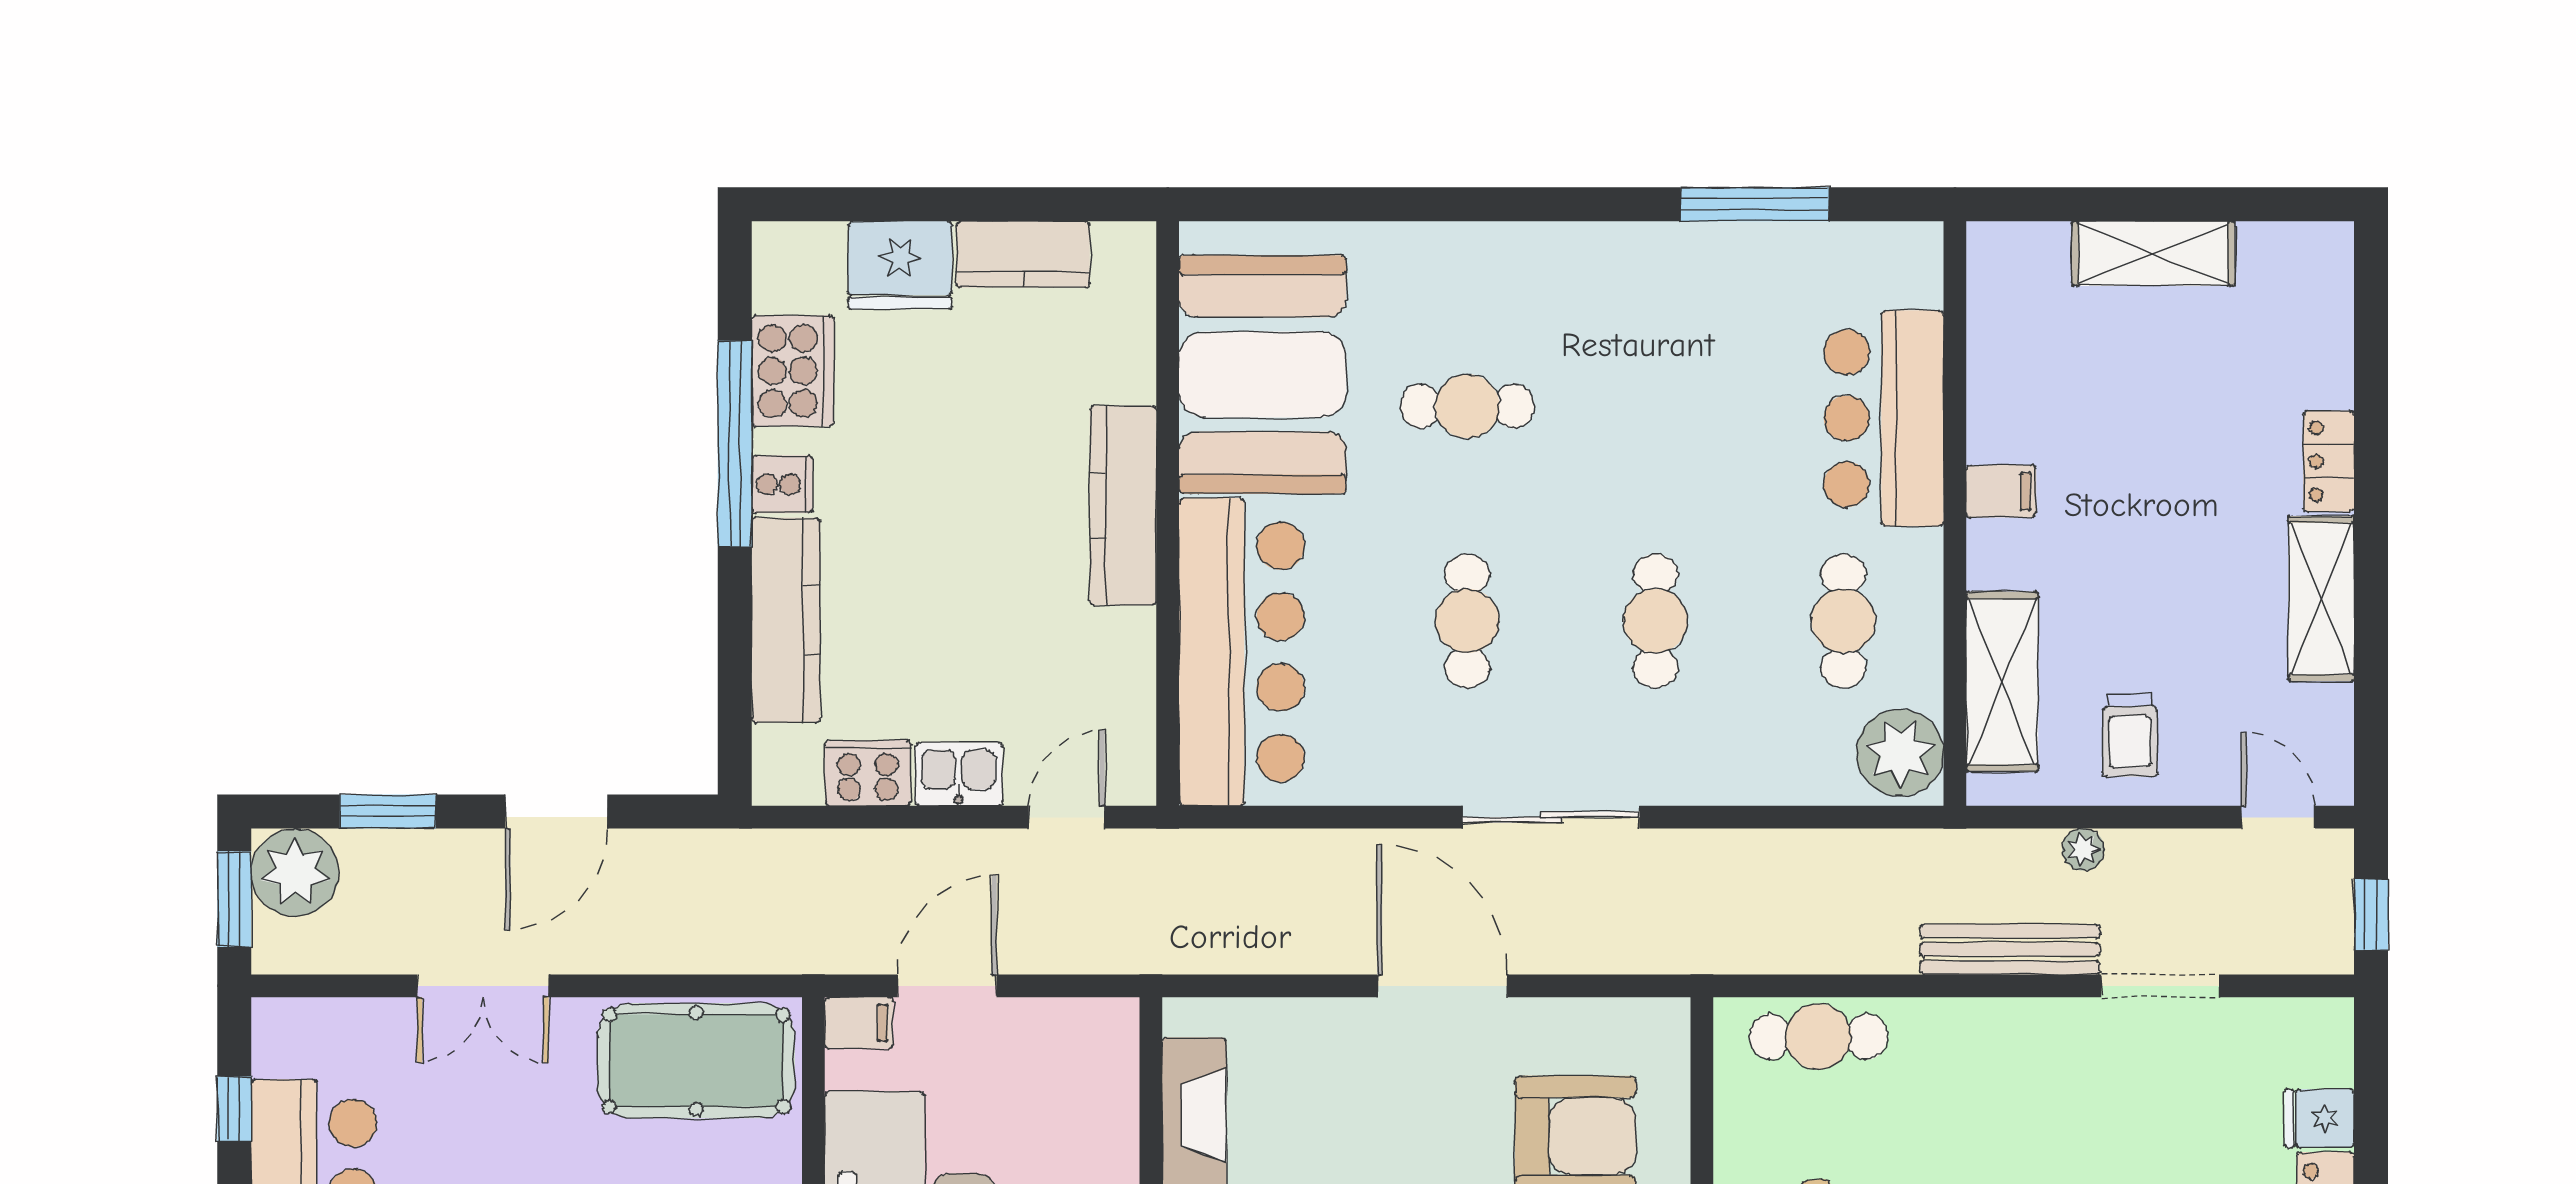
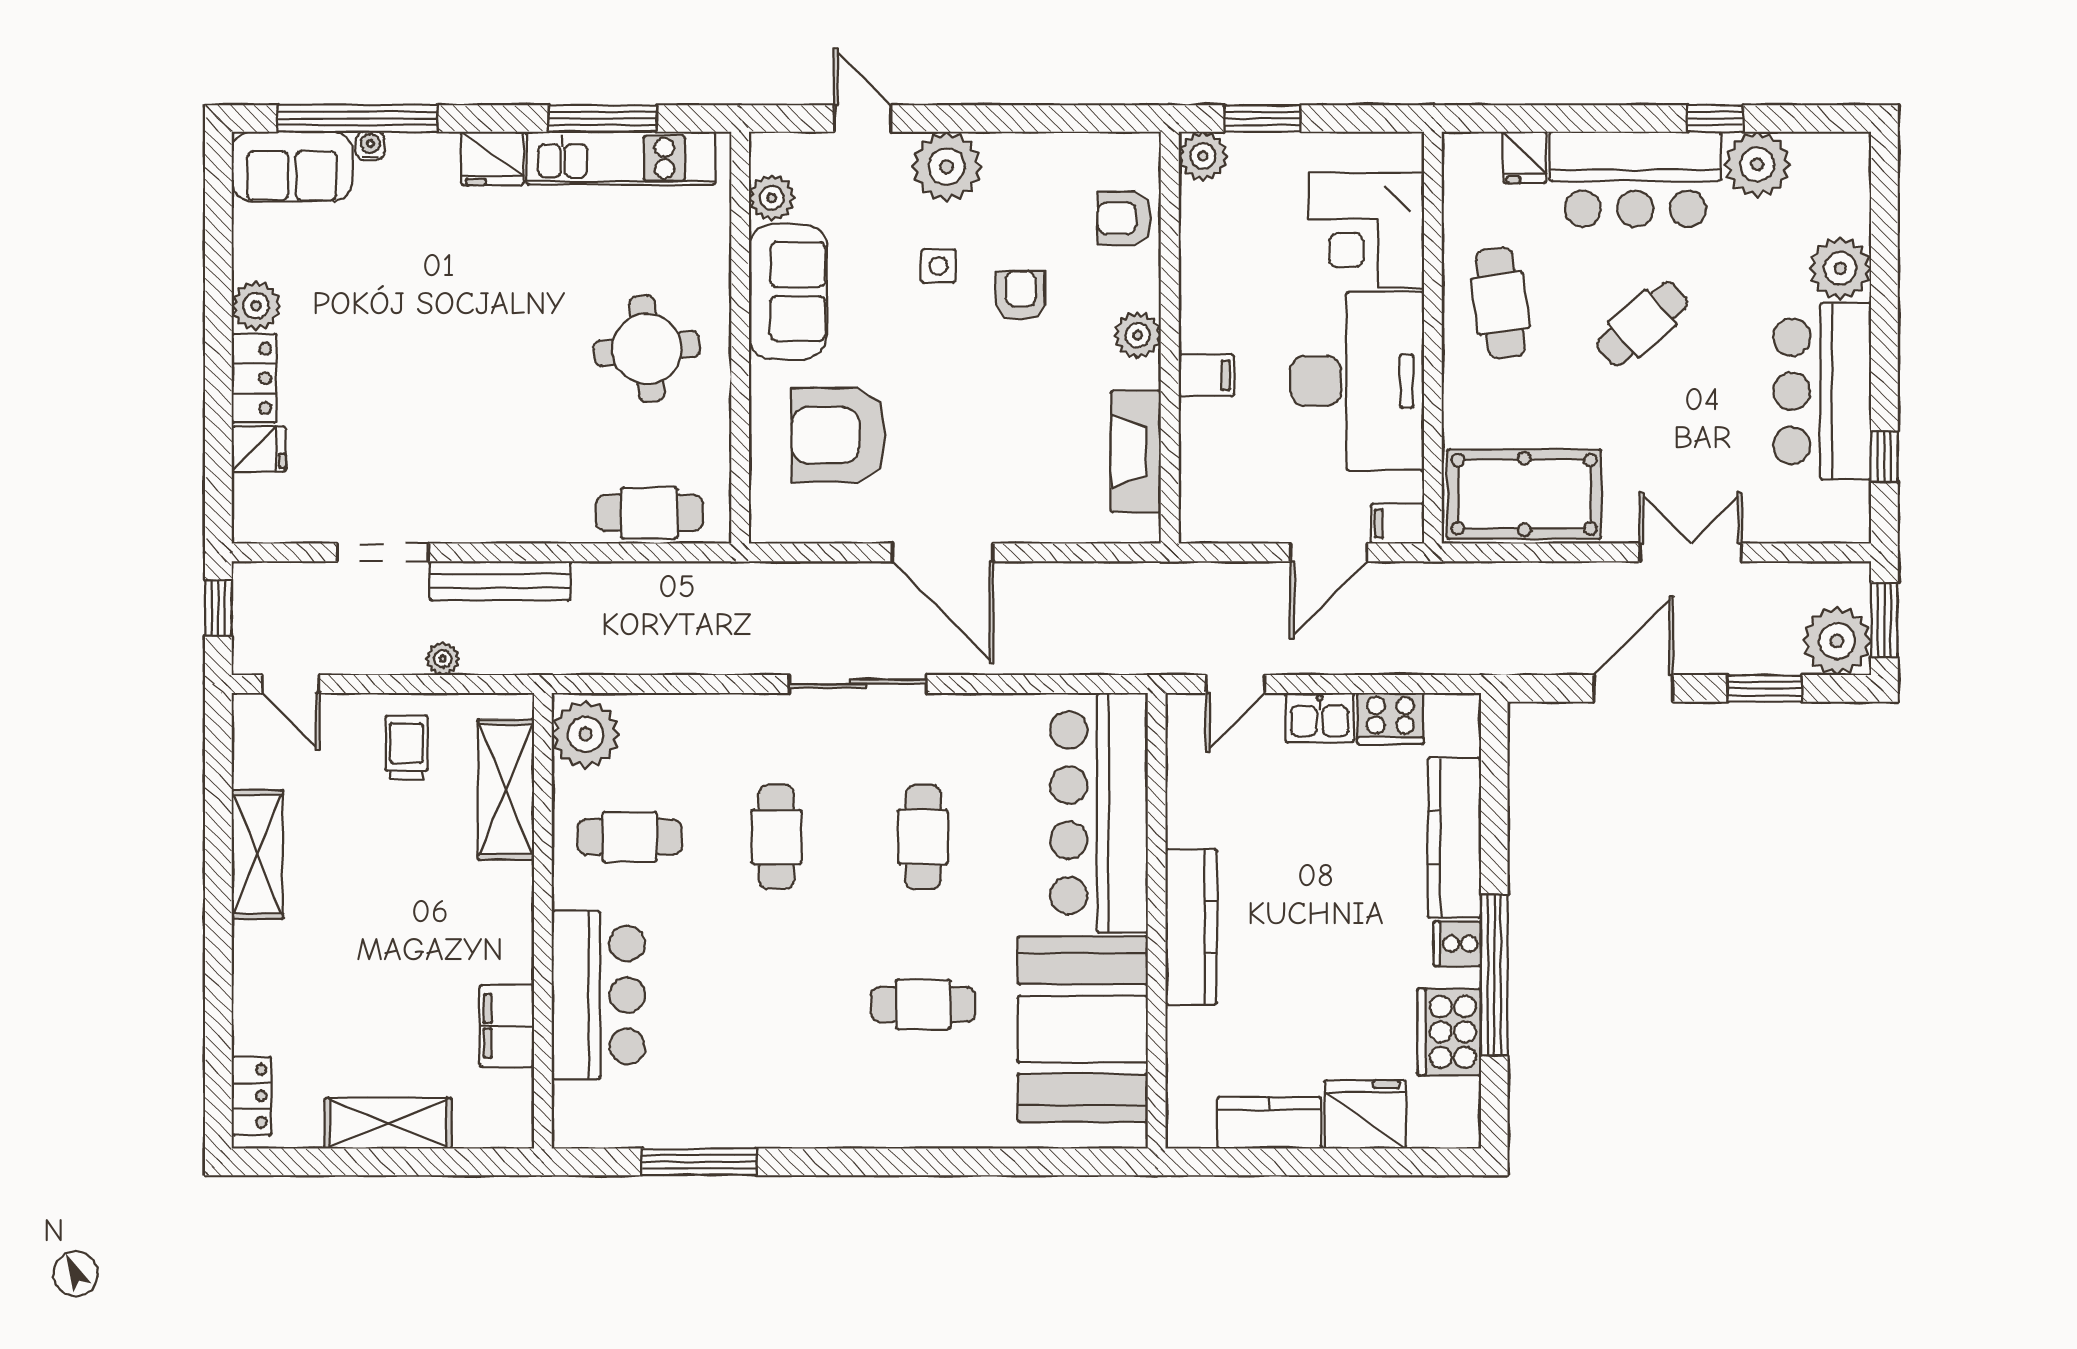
locker: (2329, 461) -> (251, 1096), moved
filing cabinet: (2001, 491) -> (507, 1026), moved, width x2.00
cafe table: (1844, 621) -> (630, 837), turned 90

